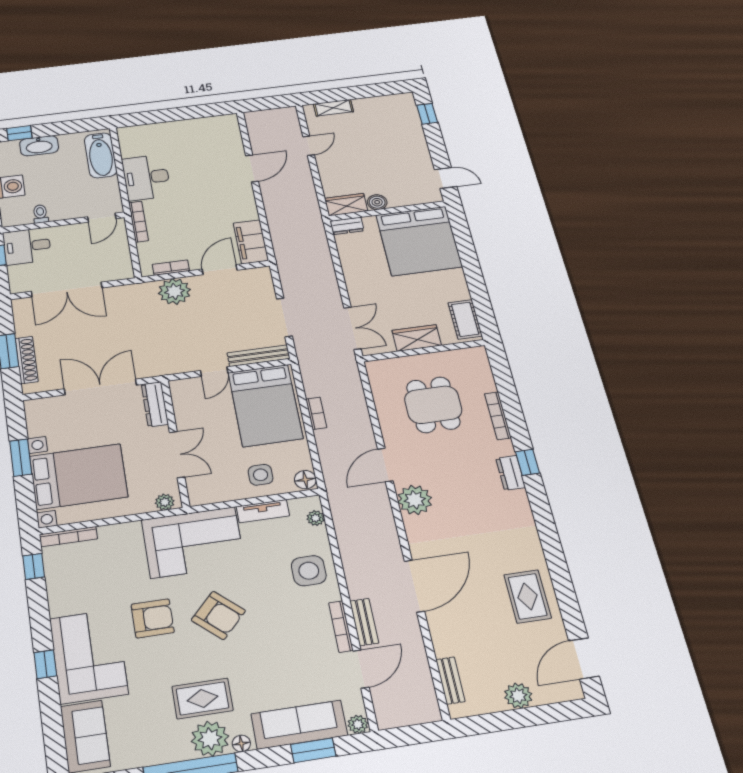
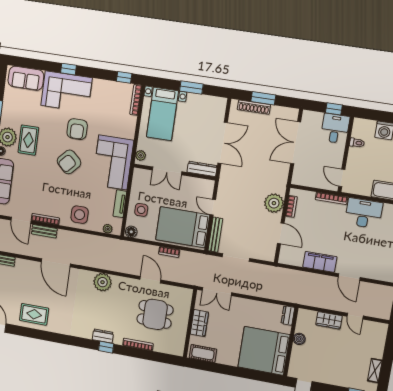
shelving: (333, 108) -> (375, 371), moved
wardrobe: (346, 205) -> (329, 320), moved, turned 90
filing cabinet: (251, 242) -> (320, 262), moved
door: (385, 465) -> (150, 280), moved
bed with nightstands: (79, 477) -> (162, 114), width x0.73

